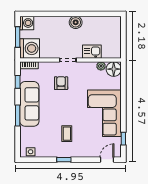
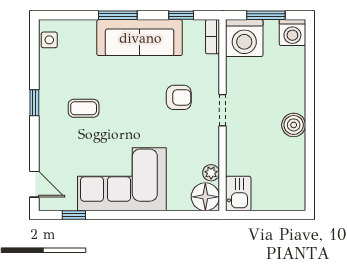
kitchen sink: (92, 52) -> (238, 193), moved

